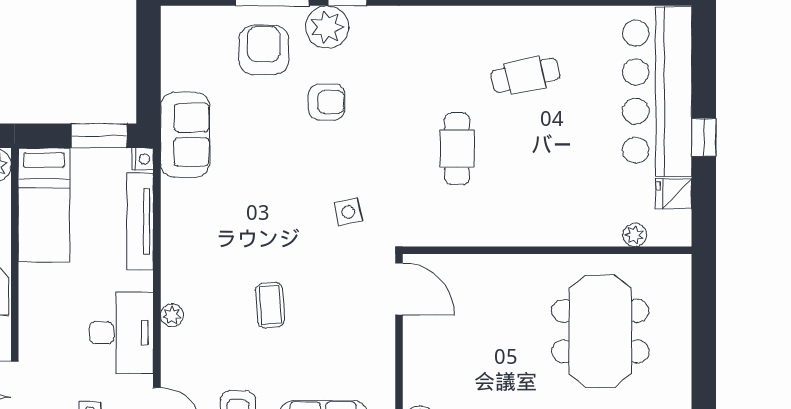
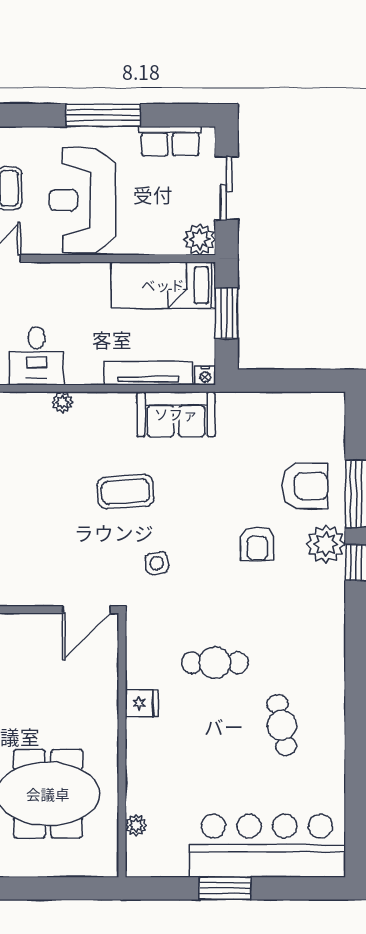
sofa: (185, 135) -> (176, 414), moved
window: (99, 136) -> (226, 313), moved
window: (704, 137) -> (225, 888), width x1.50
fridge: (674, 194) -> (142, 703), moved, turned 90
coffee table: (270, 305) -> (125, 492), moved, width x1.36, depth x1.30
desk: (121, 333) -> (36, 356), width x0.73

